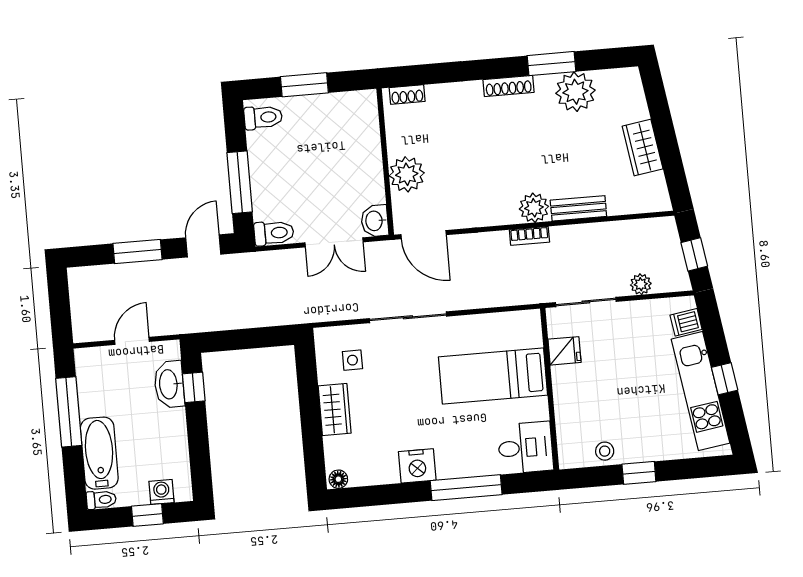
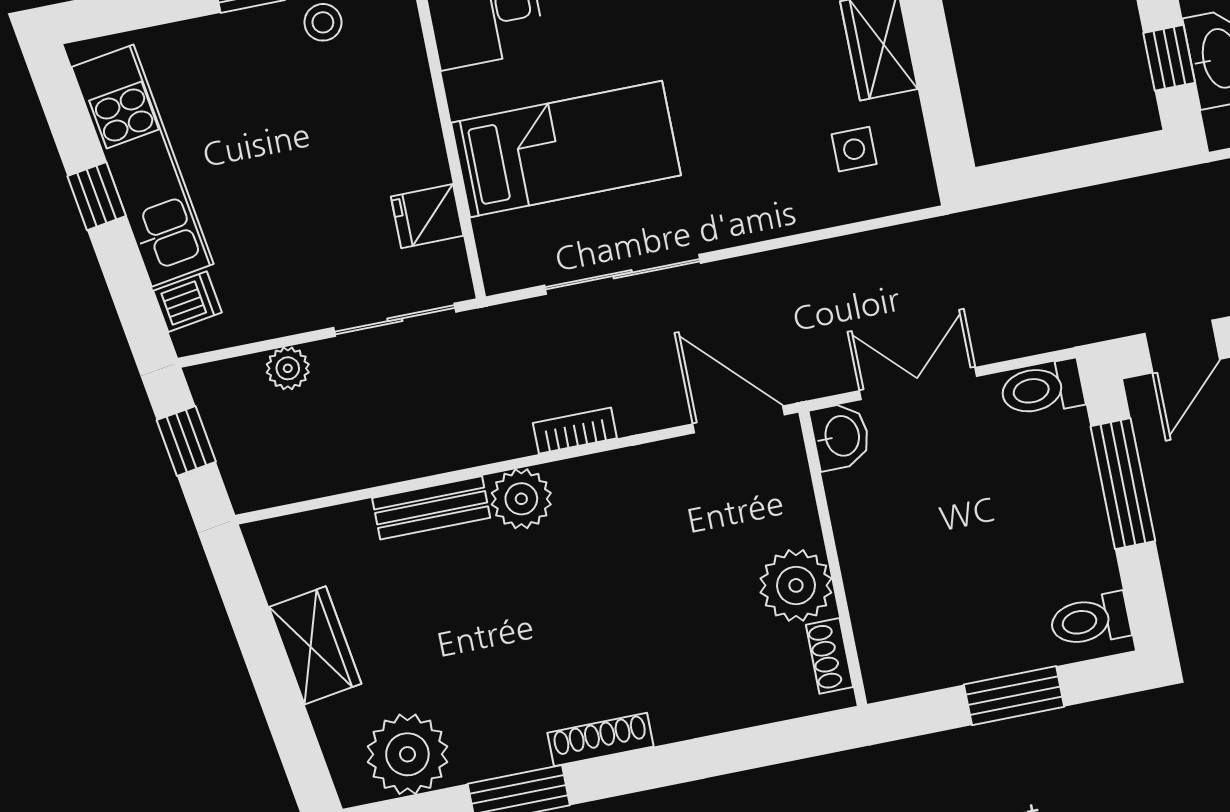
plant: (575, 92) -> (407, 754), moved
shoe rack: (407, 95) -> (829, 656), moved, turned -90
plant: (407, 174) -> (796, 585), moved
bookcase: (529, 236) -> (575, 431), moved
sliding door: (408, 317) -> (623, 274), moved

